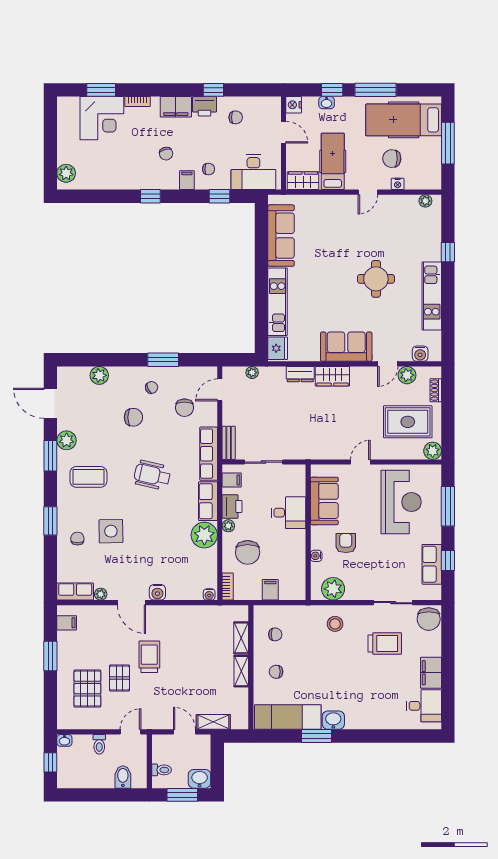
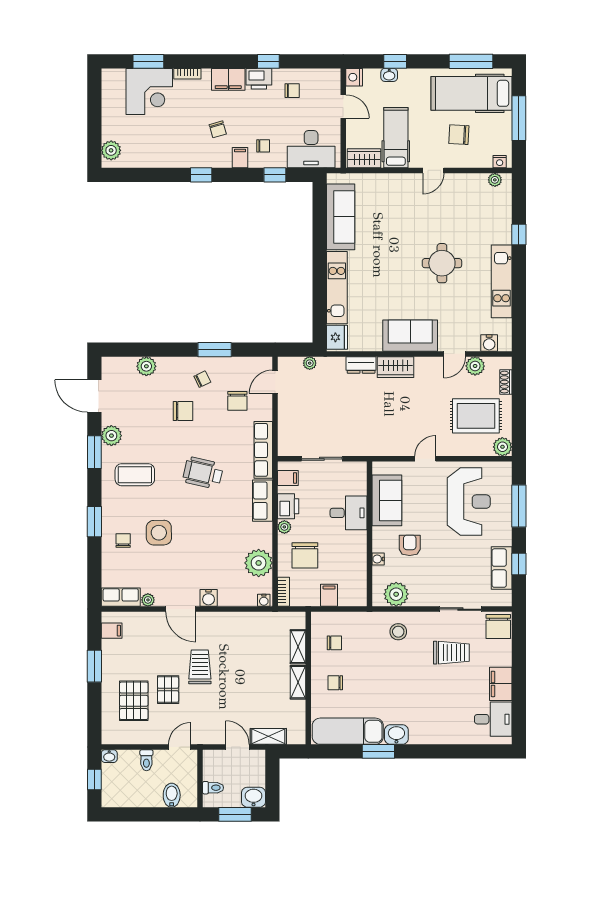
window: (376, 90) -> (471, 61), moved
nightstand: (398, 184) -> (500, 162), moved
bench: (229, 443) -> (285, 438), removed
plant: (204, 535) -> (259, 563), moved

